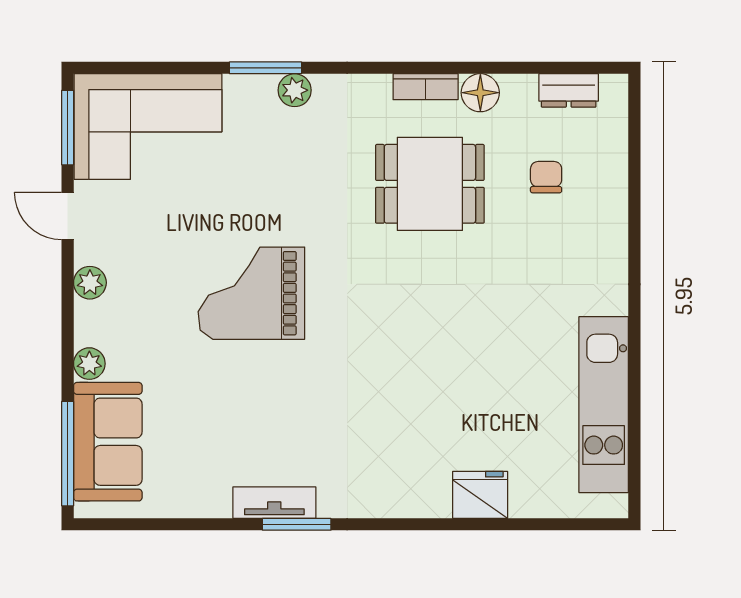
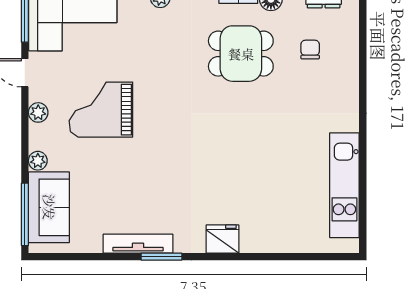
grand piano: (251, 293) -> (101, 110), moved
fridge: (480, 495) -> (222, 239), moved
tv unit: (274, 503) -> (138, 244), width x1.41

